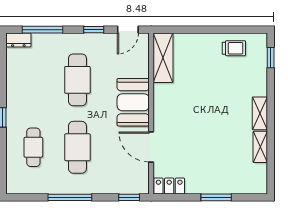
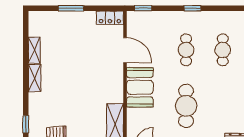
cafe table: (77, 147) -> (186, 50), width x0.73, depth x0.74
window: (70, 197) -> (192, 8), width x0.46

